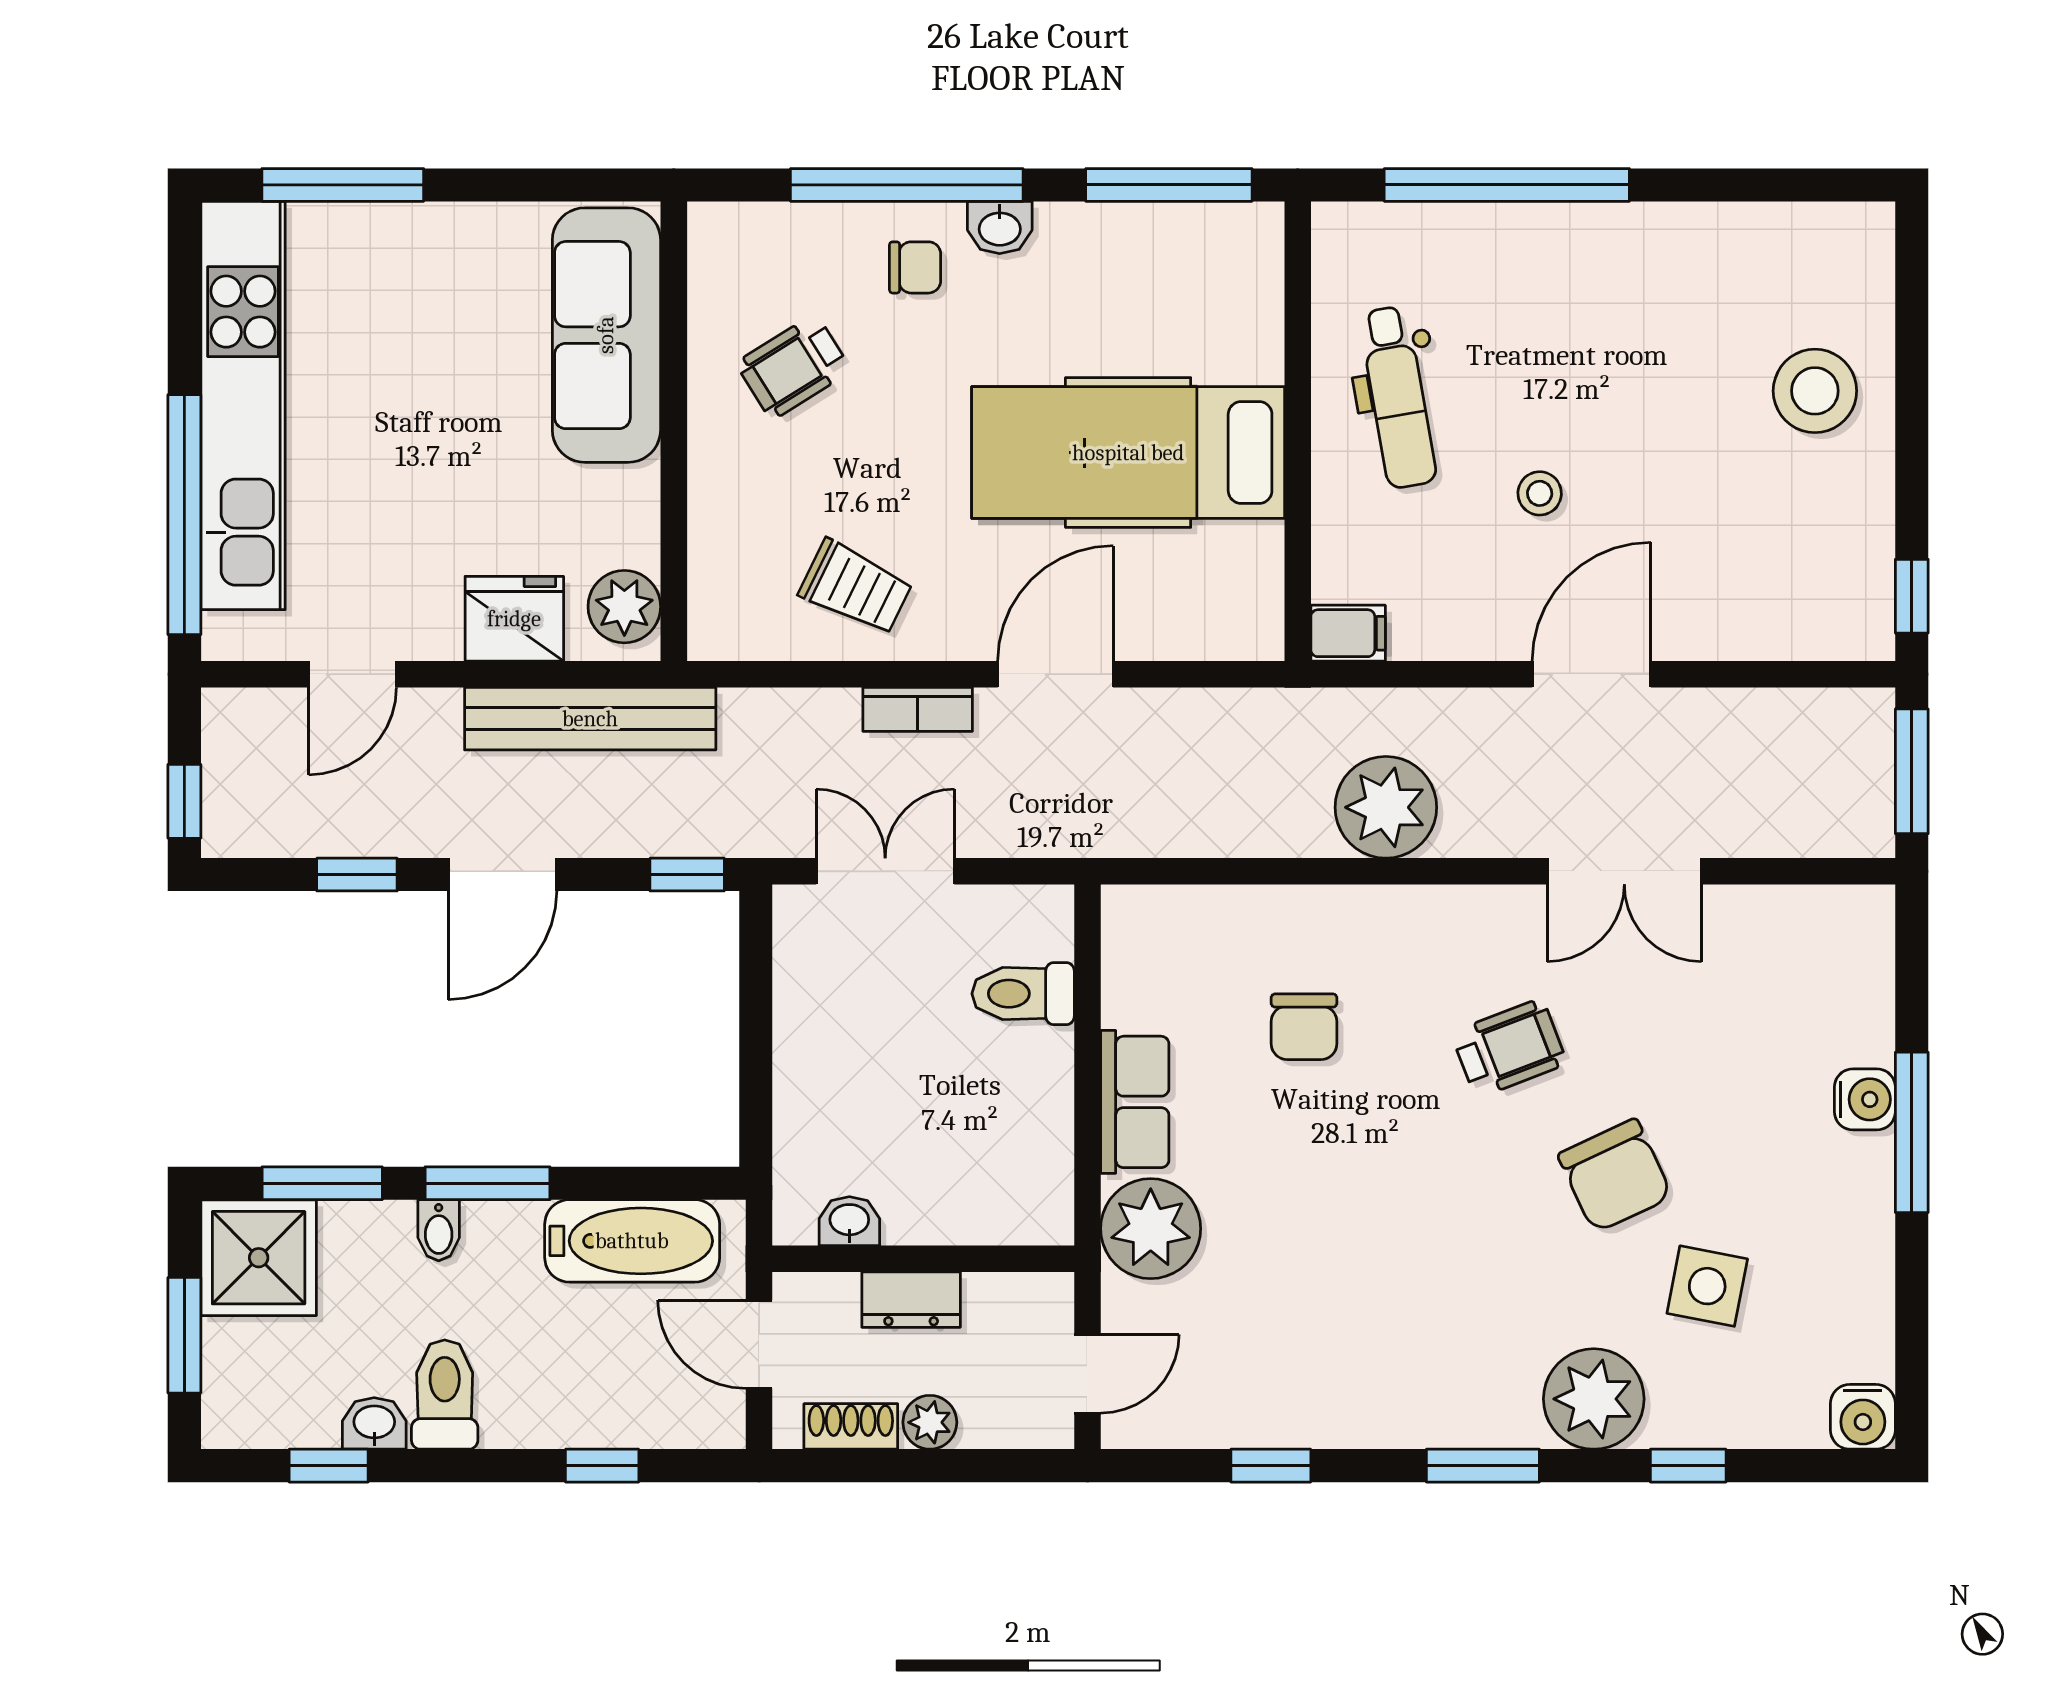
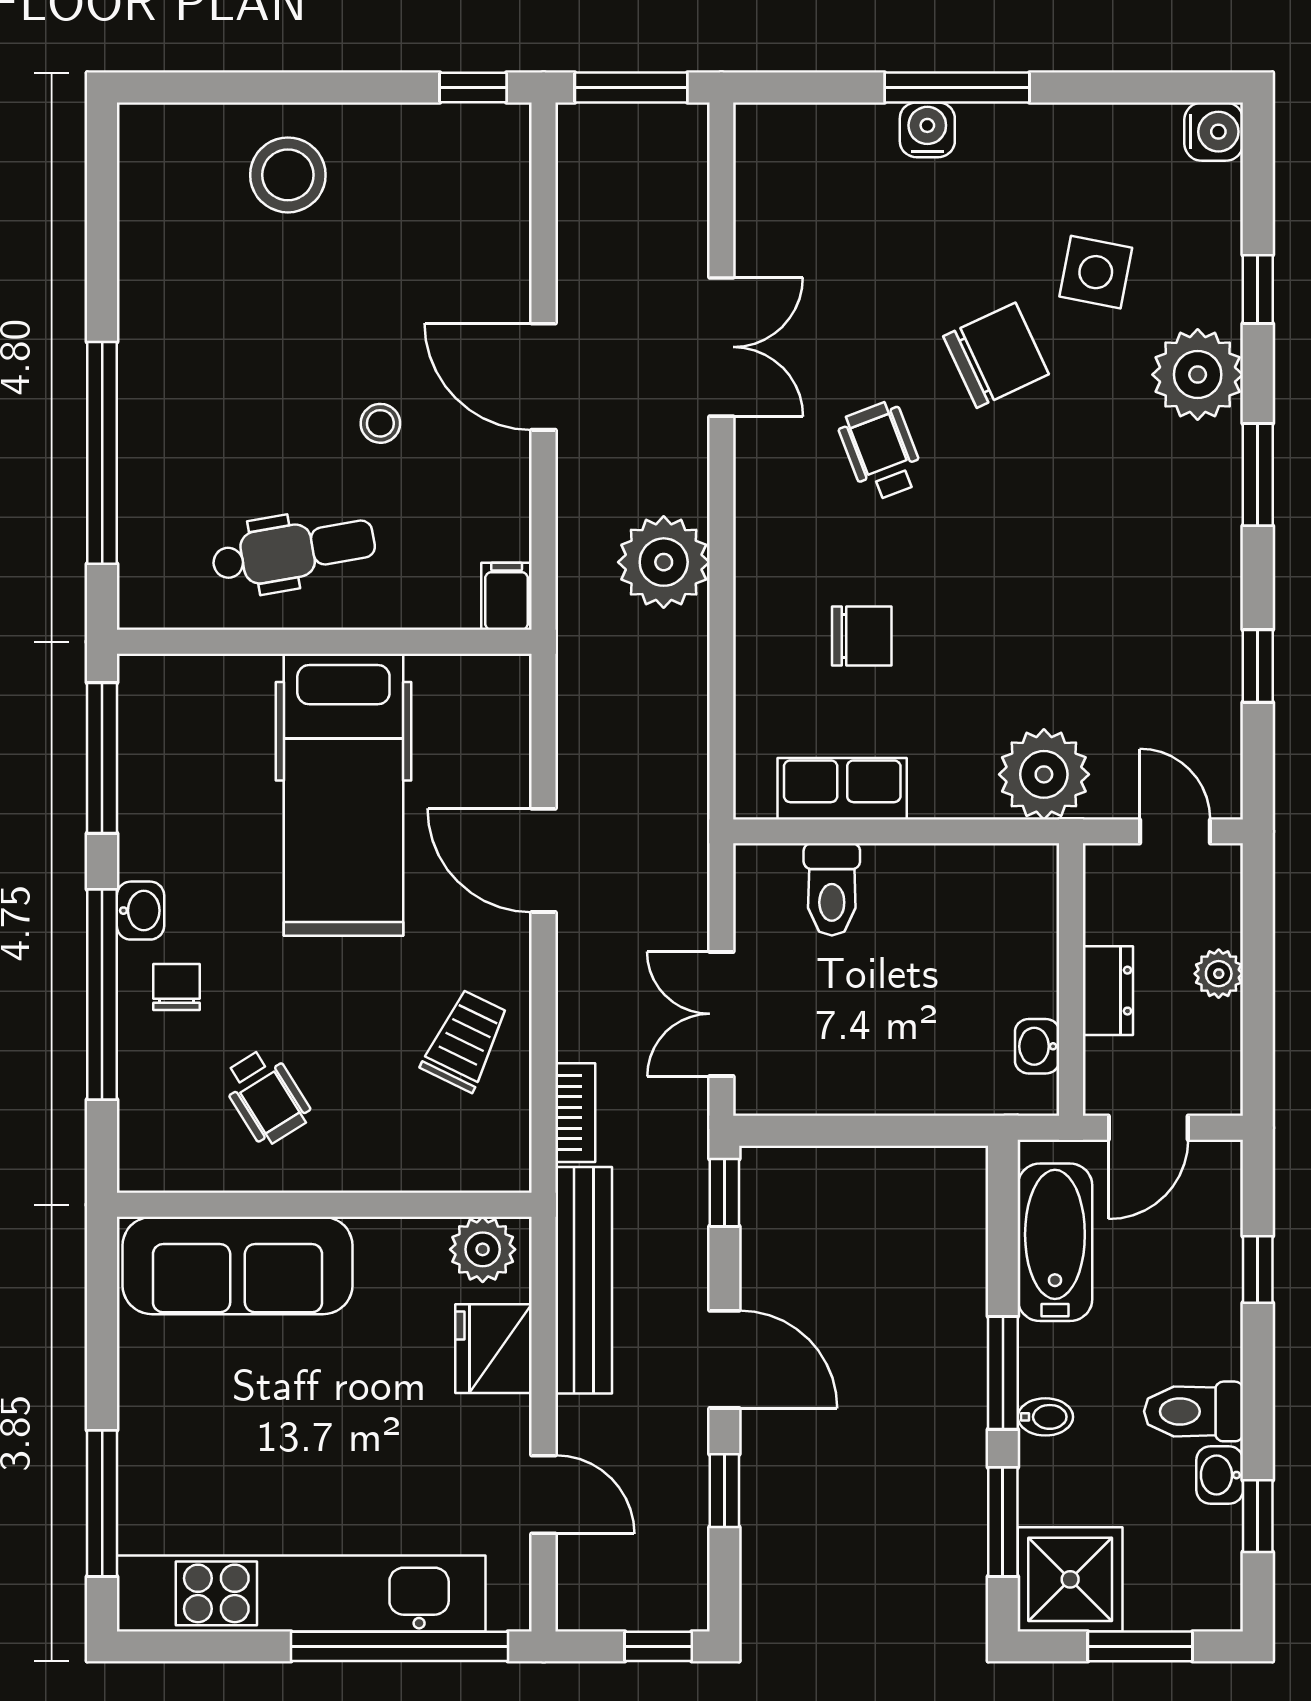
bookcase: (918, 709) -> (575, 1113), moved
row of seats: (1135, 1102) -> (842, 789), moved
shoe rack: (851, 1426) -> (1222, 1045), removed

